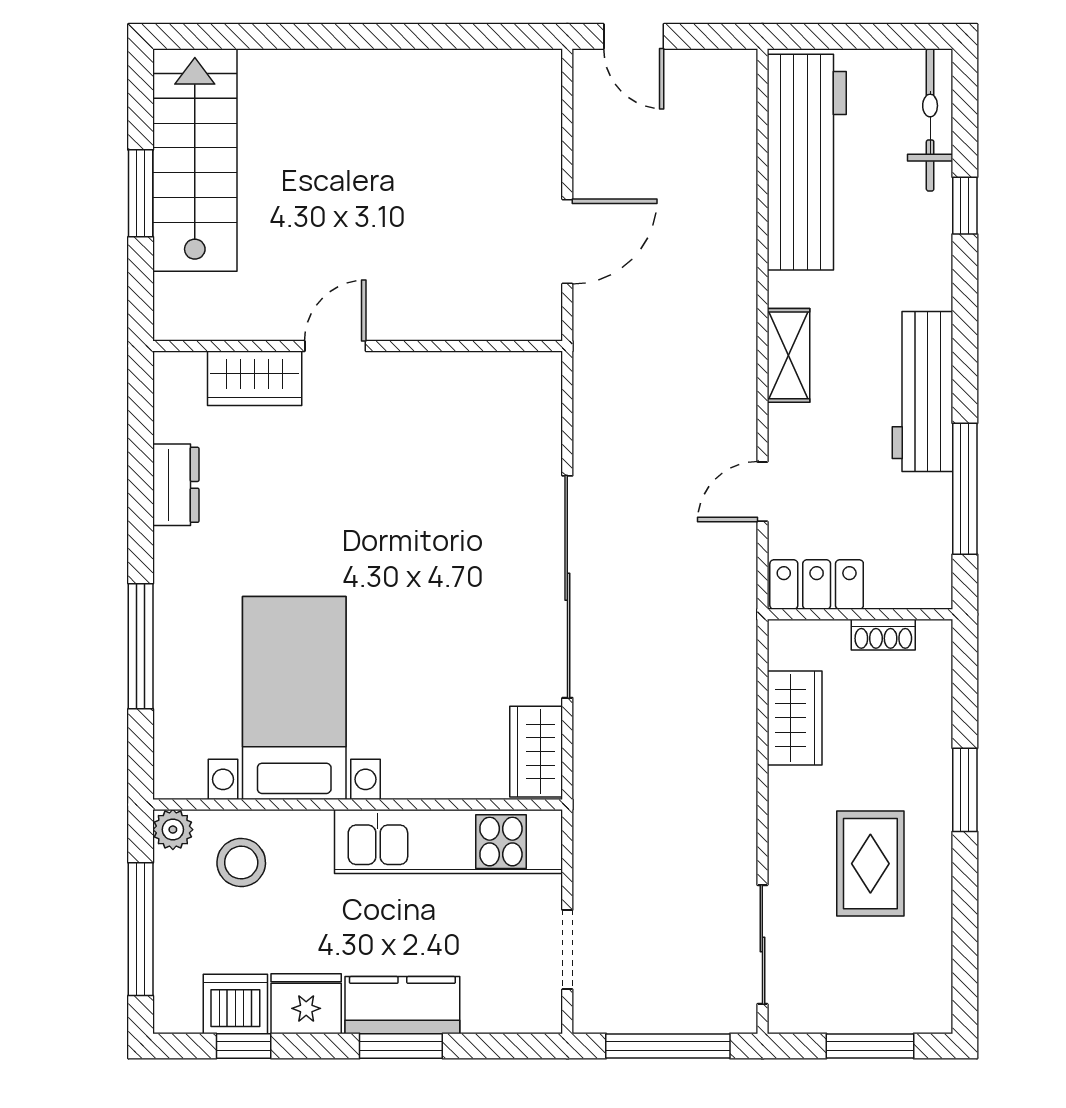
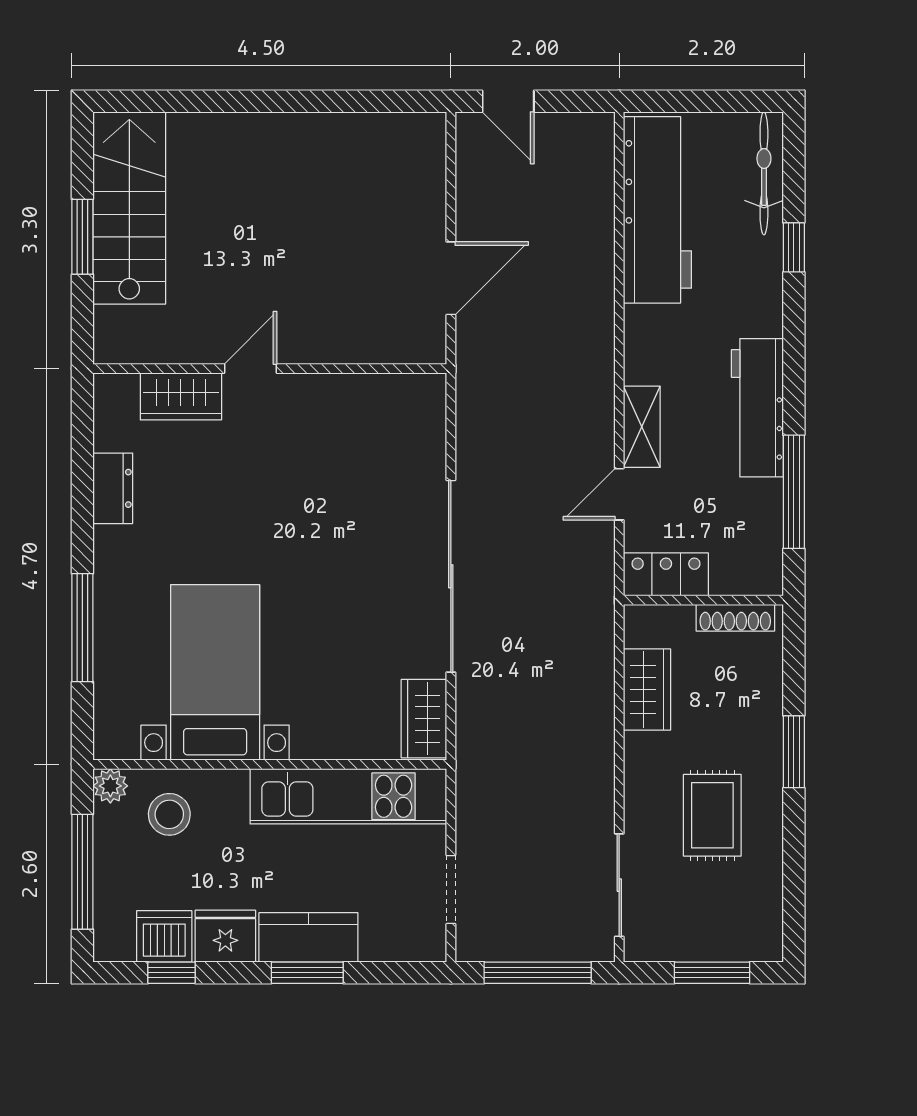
shelving: (789, 355) -> (642, 427), moved
shoe rack: (883, 635) -> (735, 618), width x1.43

